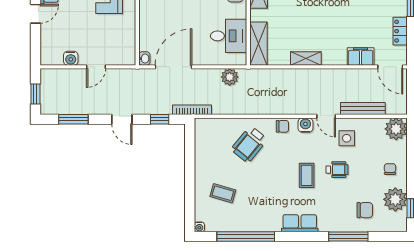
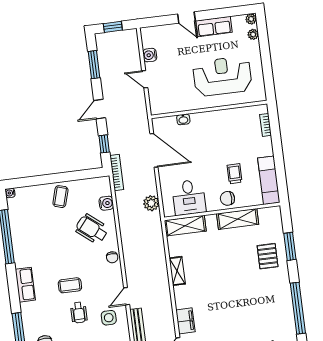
washbasin: (144, 59) -> (183, 119), moved
water cooler: (305, 125) -> (106, 203), moved
coffee table: (223, 193) -> (60, 197), moved

